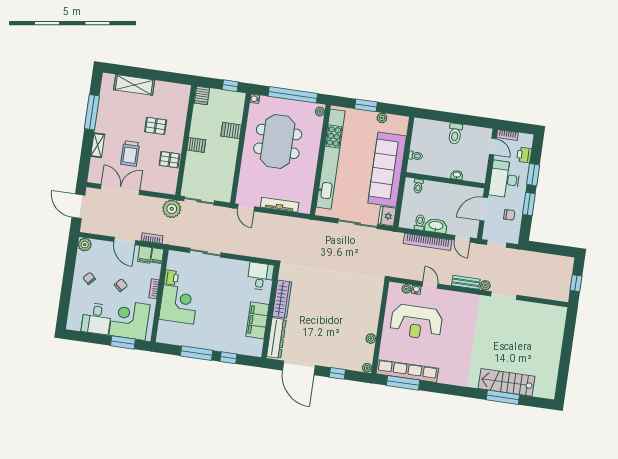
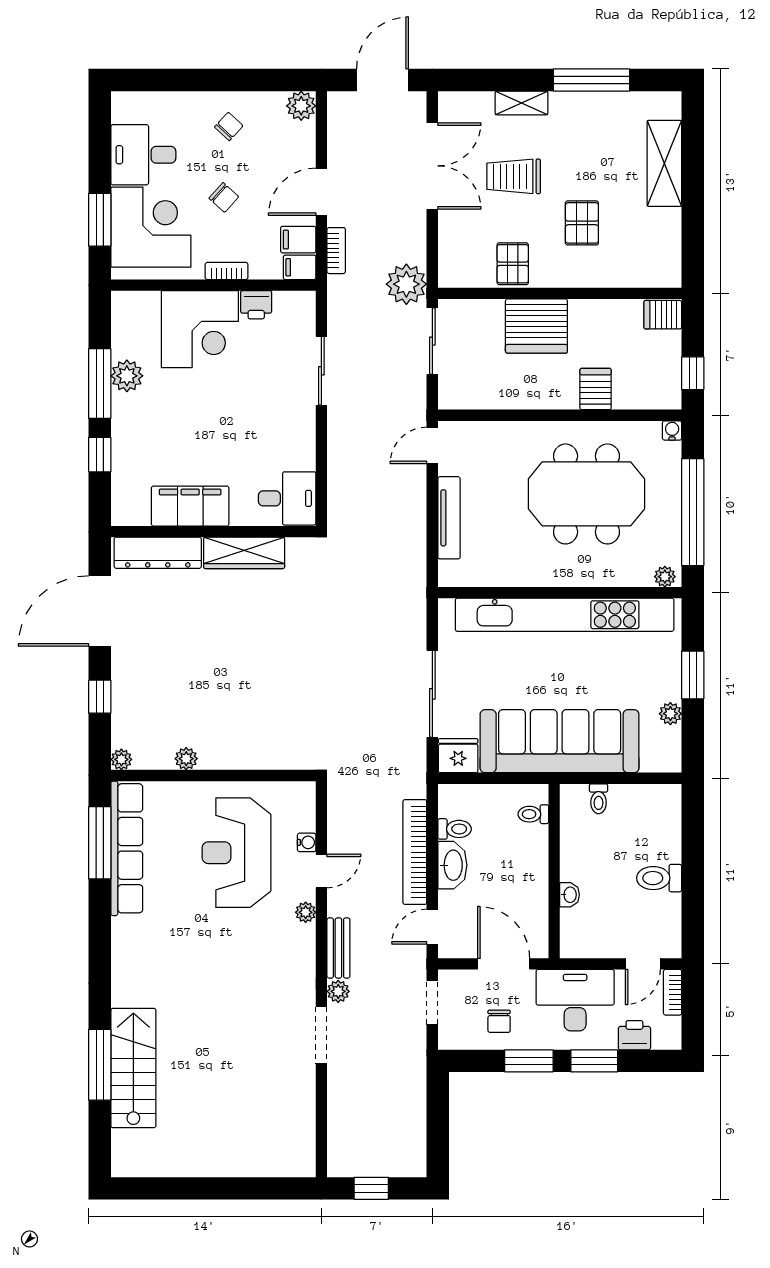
server rack: (196, 145) -> (536, 326), width x2.18, depth x1.44
plant: (406, 289) -> (306, 912), moved
plant: (195, 340) -> (127, 376), added

